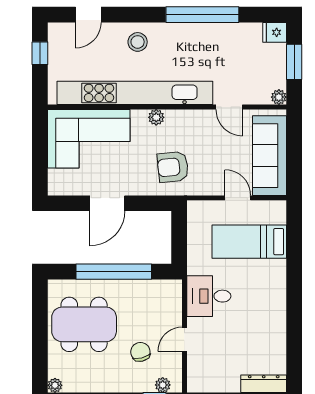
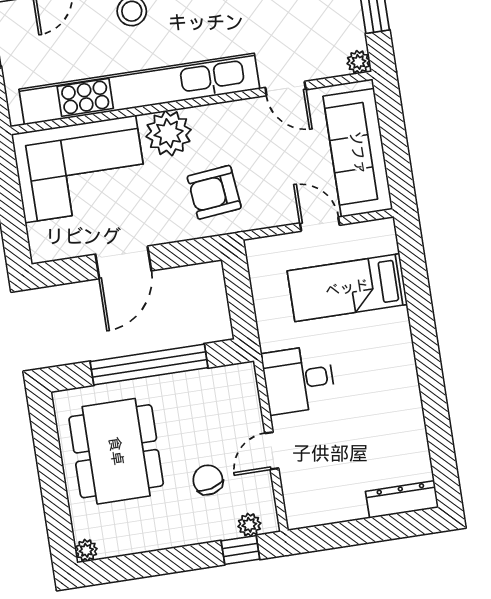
plant: (156, 117) -> (169, 133), width x1.88, depth x1.88
dining table: (84, 324) -> (116, 451), turned 90

